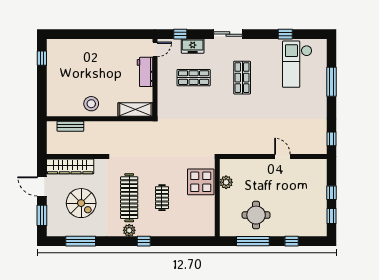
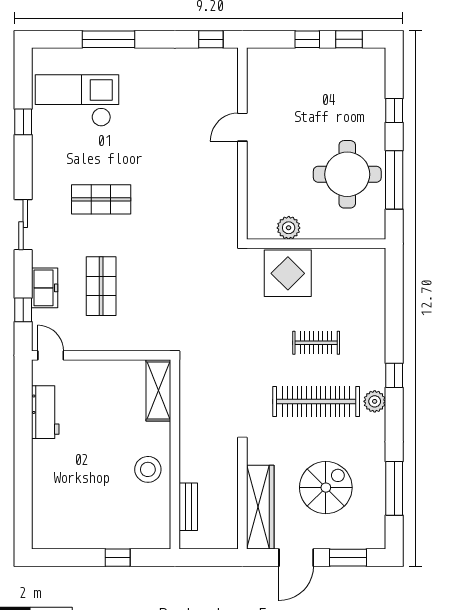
window: (42, 58) -> (118, 558), moved
checkout: (297, 64) -> (77, 100), turned 180
workbench: (145, 72) -> (45, 412), moved, turned -90
round table: (256, 215) -> (347, 174), width x1.36, depth x1.36

